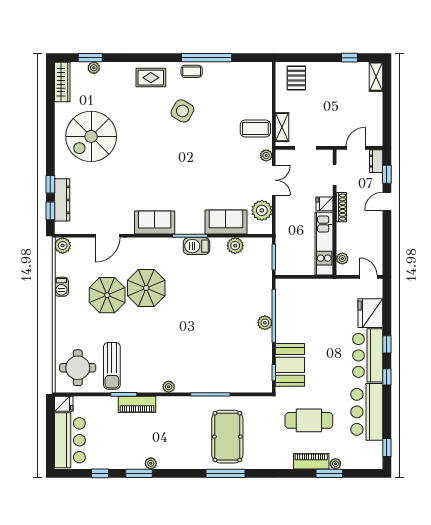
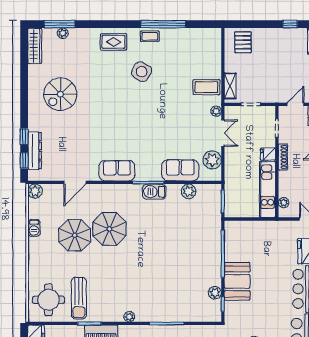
window: (90, 58) -> (60, 24), width x1.44
spiral stairs: (91, 136) -> (60, 94), width x0.73, depth x0.73
plant: (265, 323) -> (215, 293), moved
booth: (290, 365) -> (237, 281), moved

